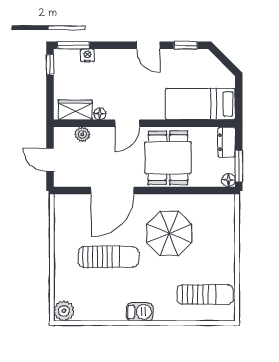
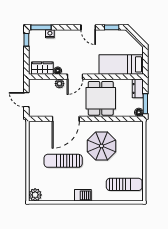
plant: (82, 134) -> (59, 84), moved
sun lounger: (108, 257) -> (63, 161), turned 180

